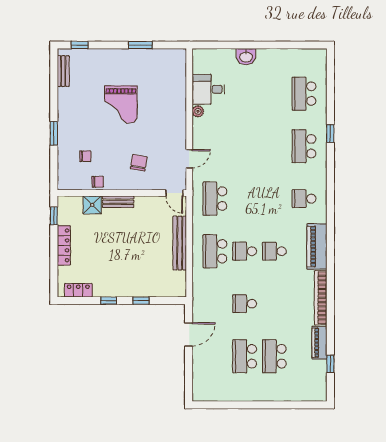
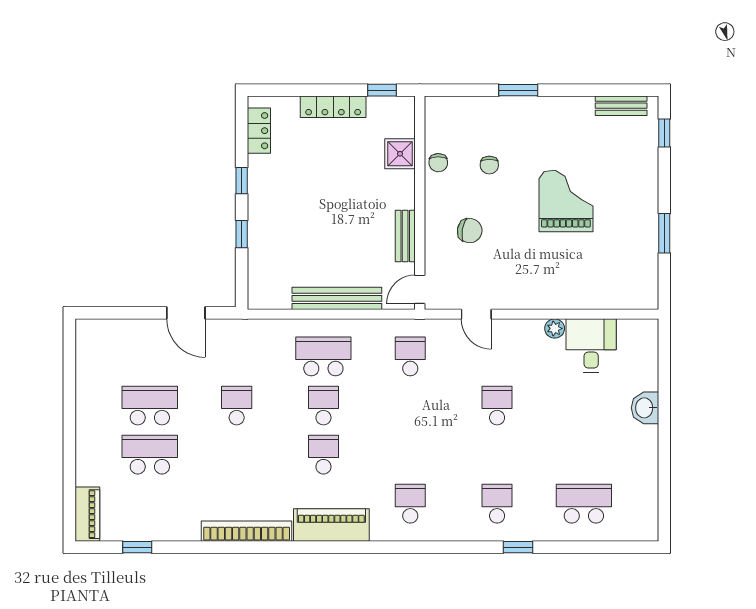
grand piano: (121, 104) -> (566, 201), turned 90
school desk: (245, 146) -> (497, 406), added
school desk: (304, 146) -> (497, 504), width x0.54
chair: (85, 156) -> (489, 165), moved
school desk: (215, 199) -> (410, 356), width x0.54
bench: (118, 202) -> (405, 236), moved
piano: (319, 343) -> (87, 514), moved, turned 90

